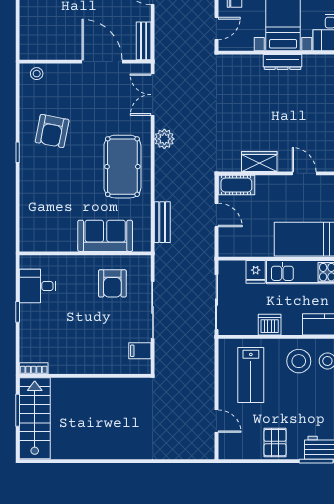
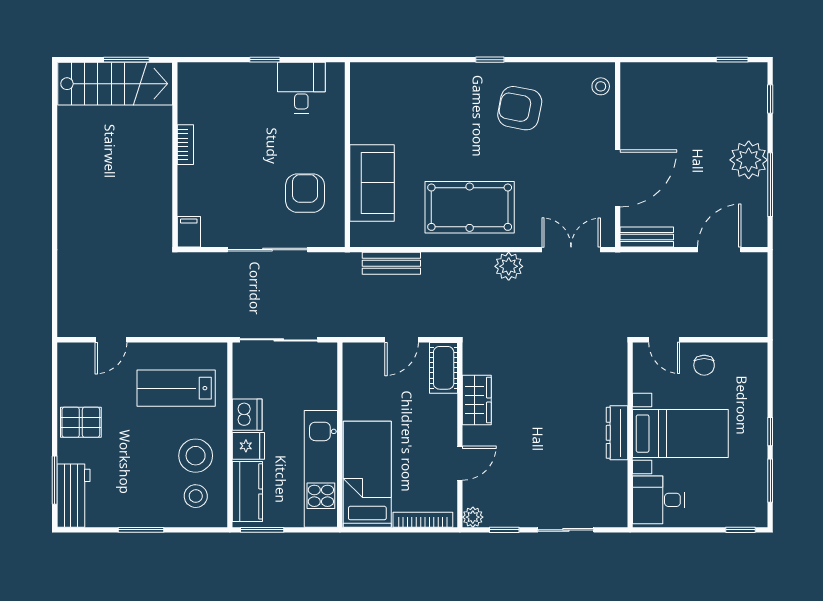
fridge: (256, 272) -> (248, 446), moved, turned 180
armchair: (112, 283) -> (305, 193), turned 90
filing cabinet: (140, 351) -> (189, 232), moved
bookcase: (34, 368) -> (185, 145), moved

